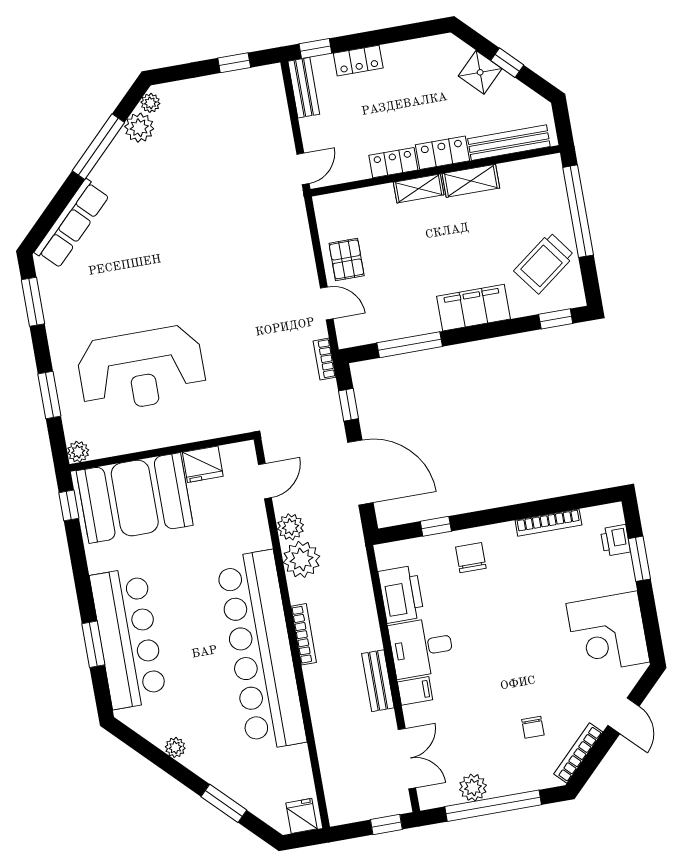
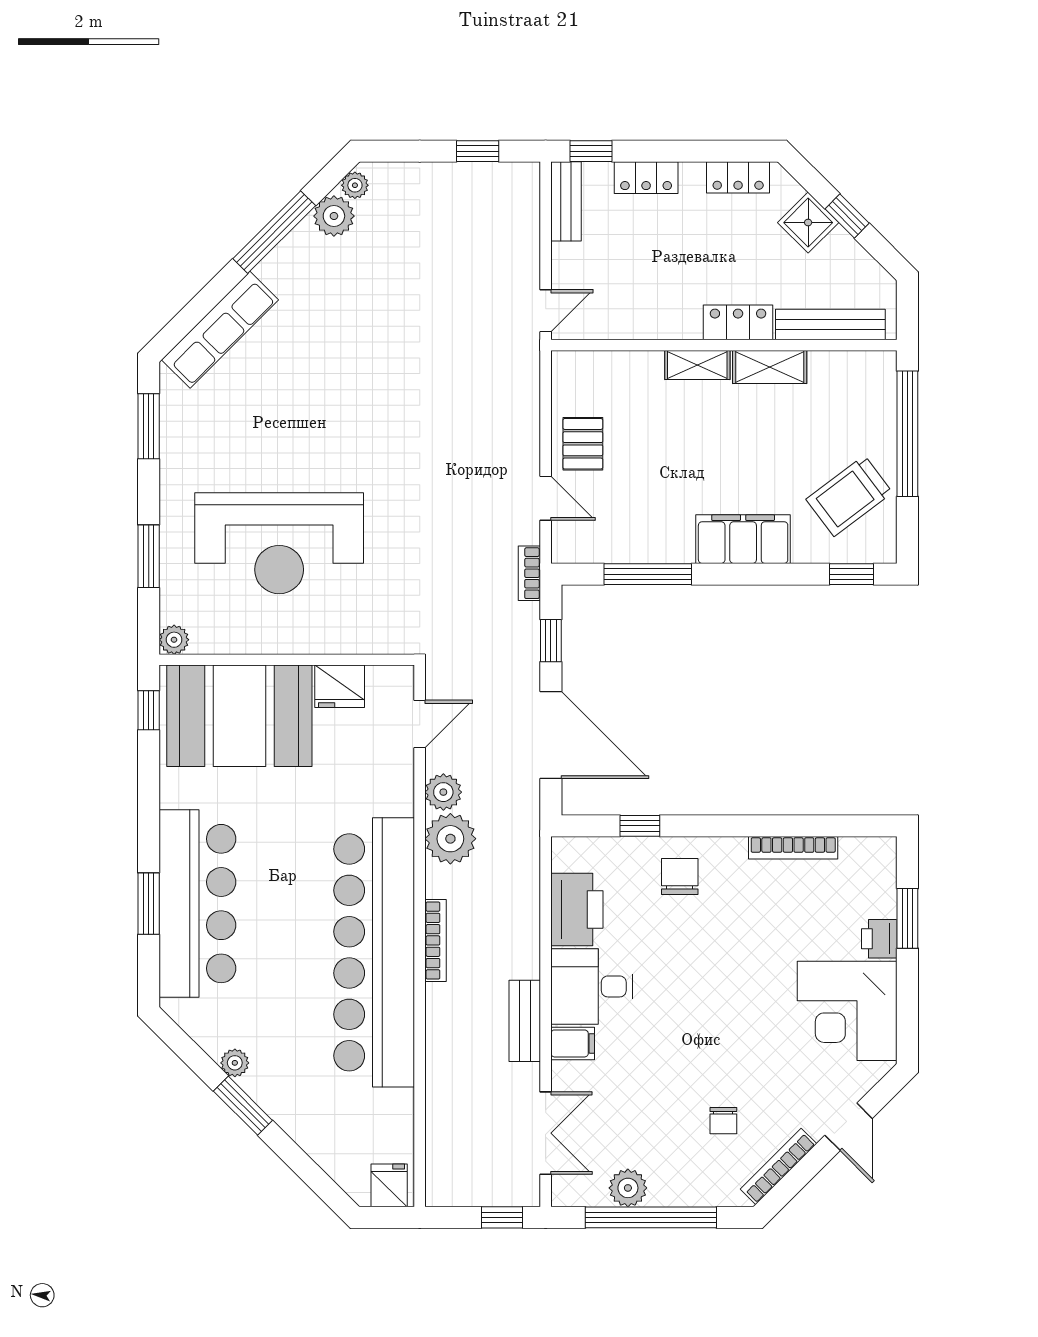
locker: (393, 163) -> (738, 177), moved, turned 180
printer: (615, 540) -> (879, 939), moved
window: (224, 803) -> (243, 1106), moved

